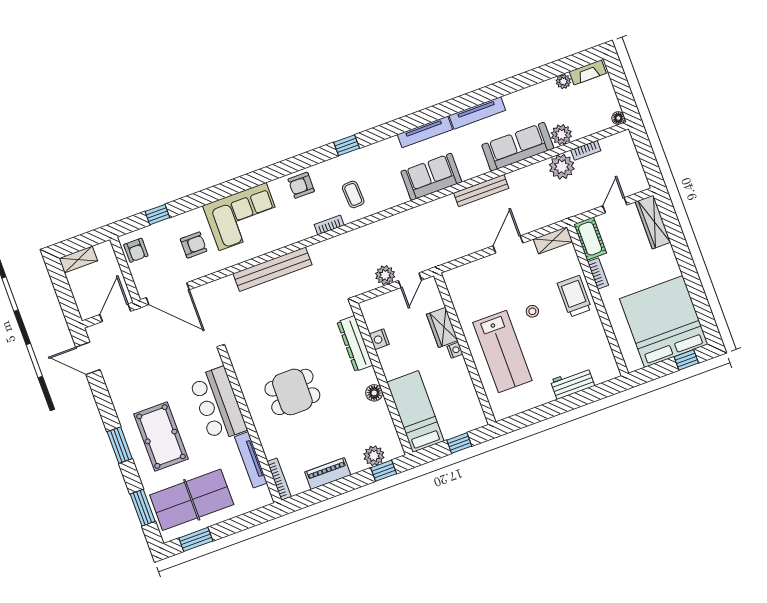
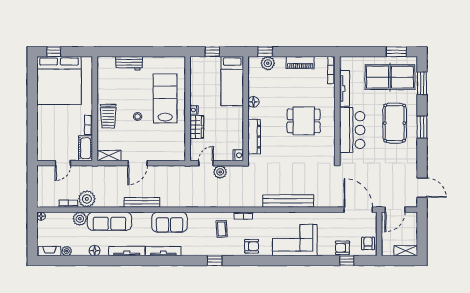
floor lamp: (524, 97) -> (95, 251), added
wardrobe: (653, 222) -> (43, 144), removed
armchair: (194, 245) -> (342, 248), moved
nightstand: (379, 339) -> (238, 155), moved

